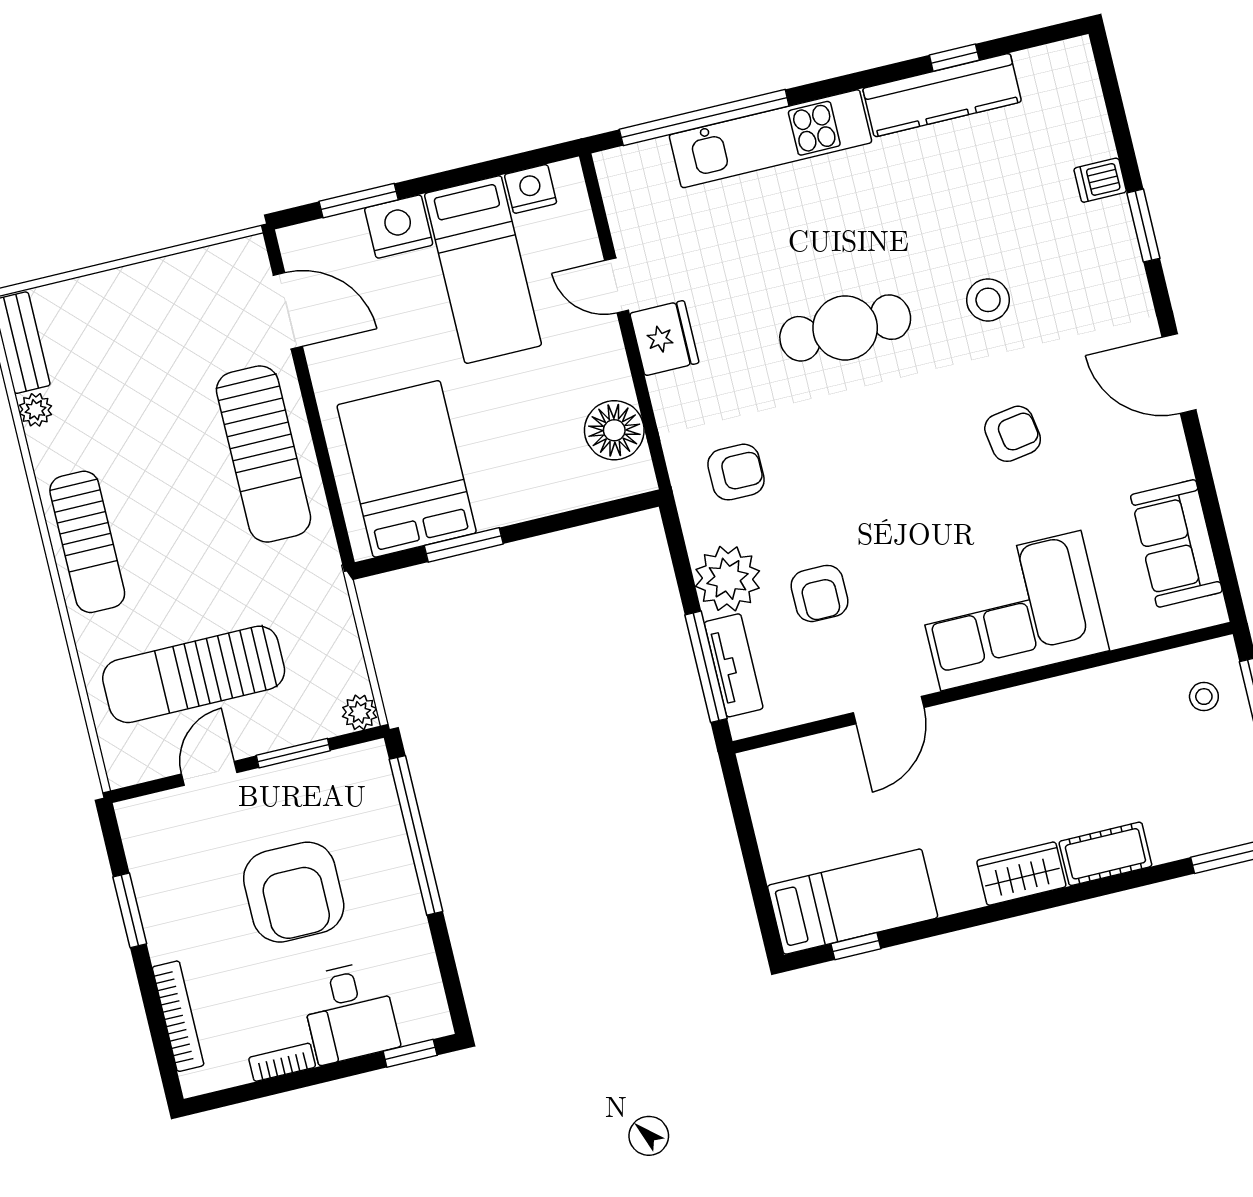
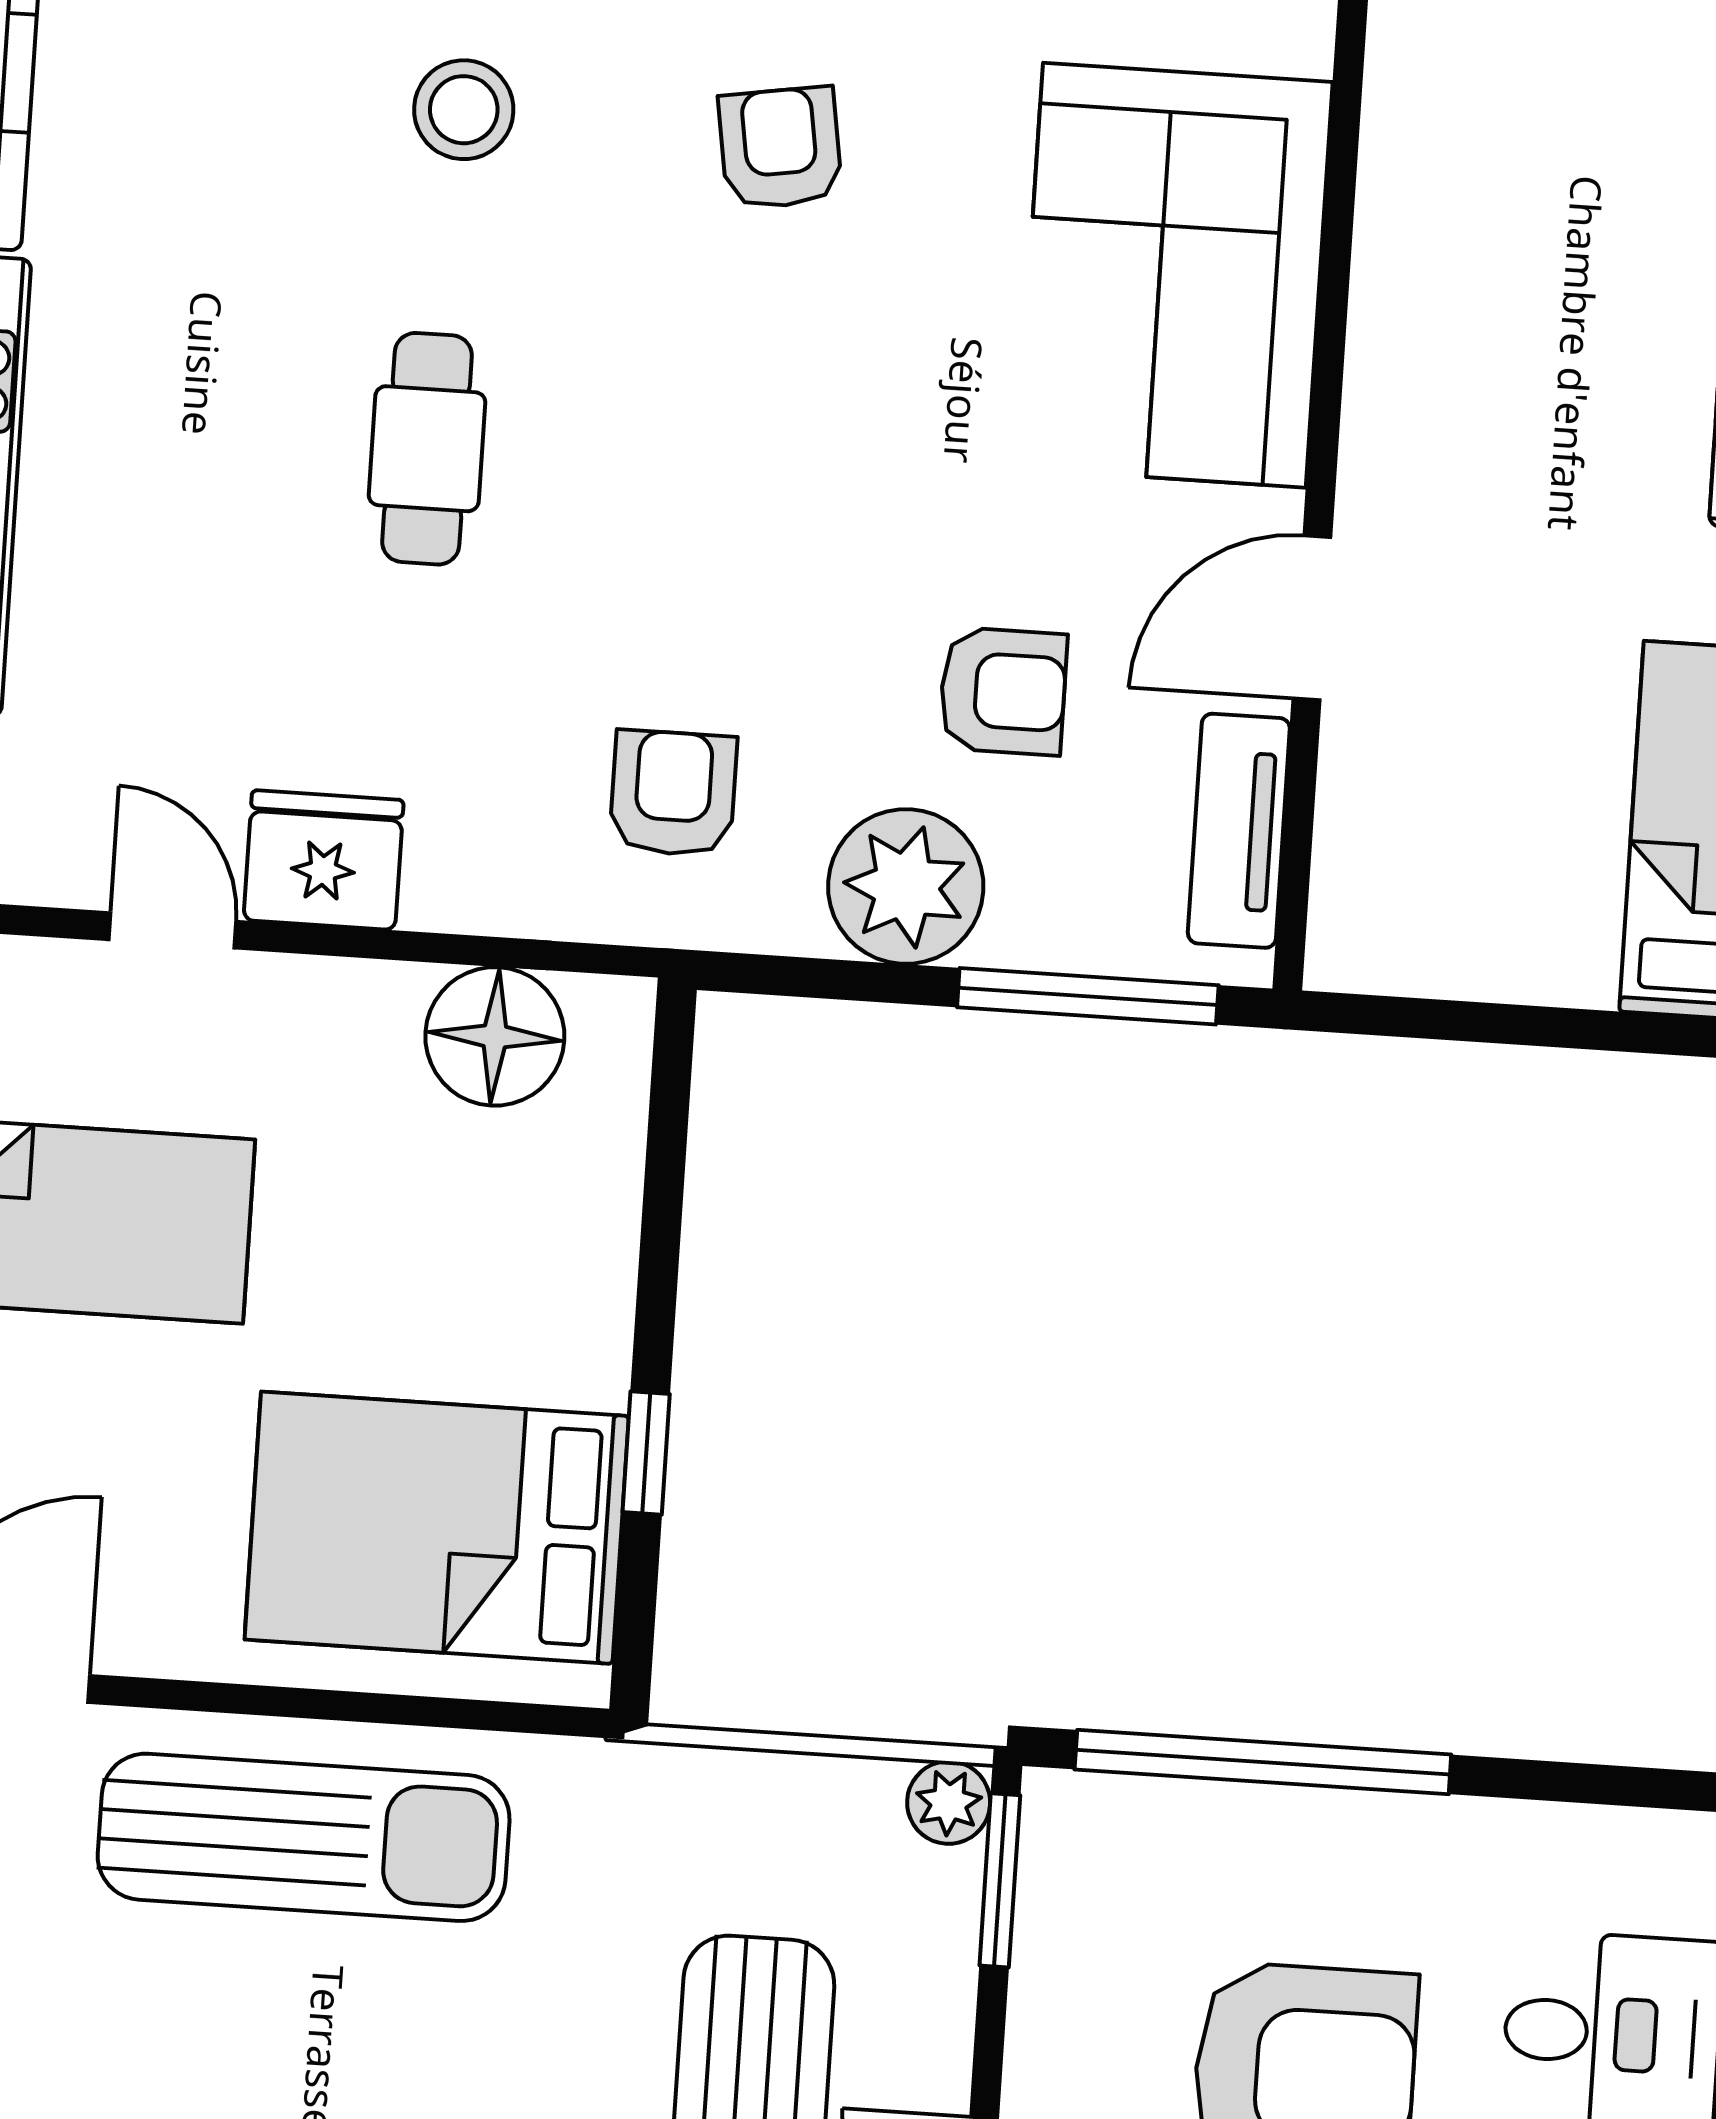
door: (617, 285) -> (173, 930), swing flipped
cafe table: (845, 328) -> (427, 449), width x0.73, depth x0.74
window: (464, 545) -> (646, 1453), width x0.67
tv unit: (734, 665) -> (1239, 831), moved, turned -90
door: (889, 710) -> (1312, 618), swing flipped
window: (293, 753) -> (1000, 1880), moved

